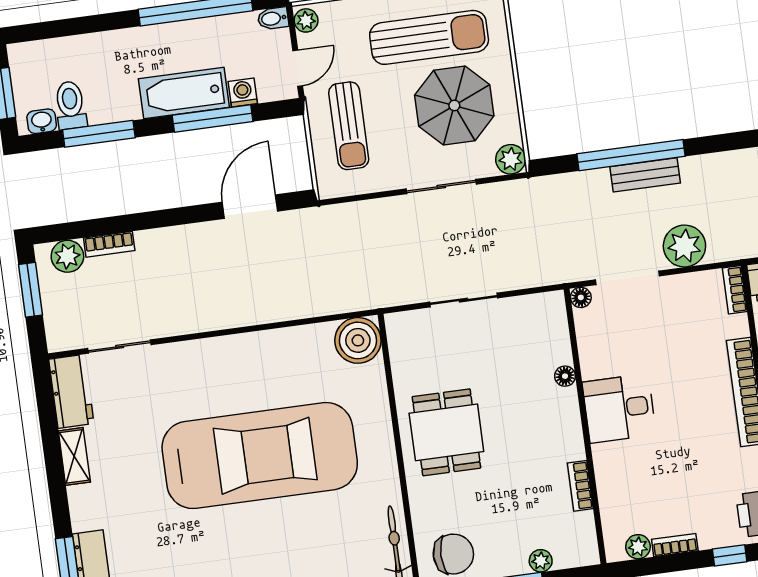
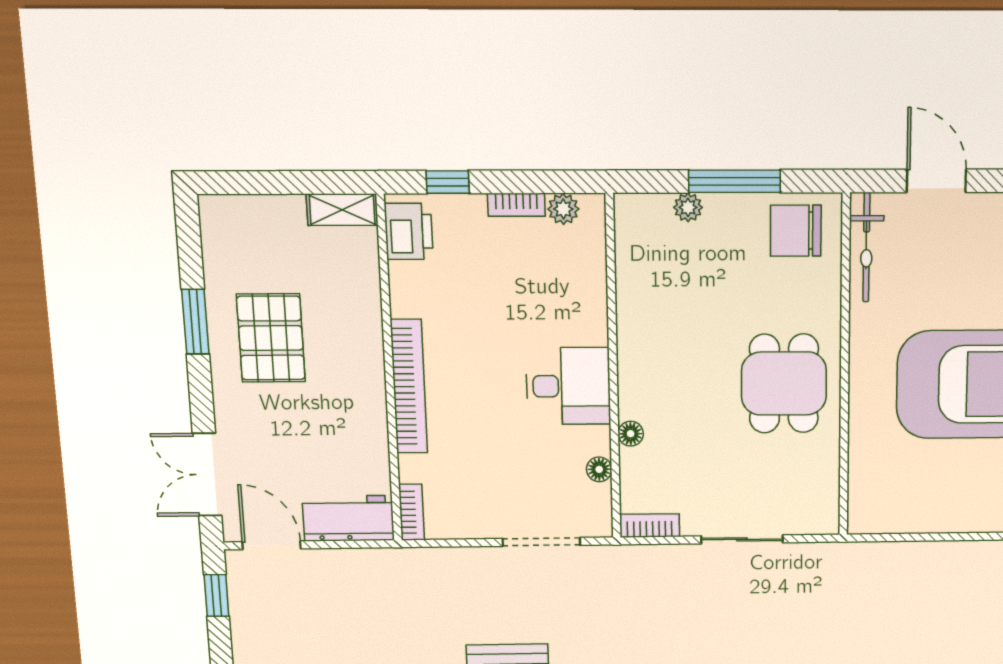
plant: (684, 246) -> (468, 571), removed
floor lamp: (581, 297) -> (599, 469), moved
boiler: (358, 340) -> (875, 507), removed
bookcase: (580, 486) -> (650, 526), moved, turned -90

